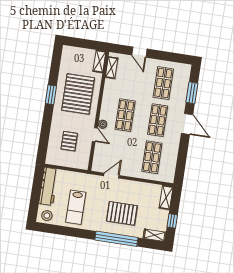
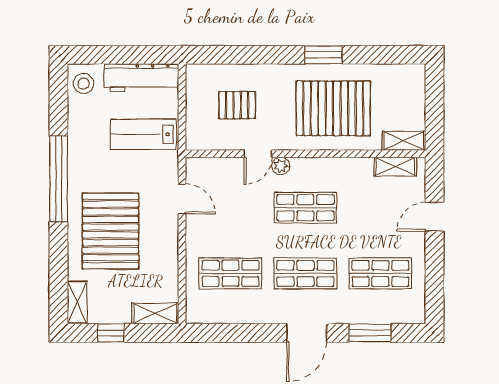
lab bench: (76, 207) -> (143, 134), moved
pallet: (122, 213) -> (110, 231), width x1.37, depth x1.41
window: (116, 239) -> (59, 179), moved

